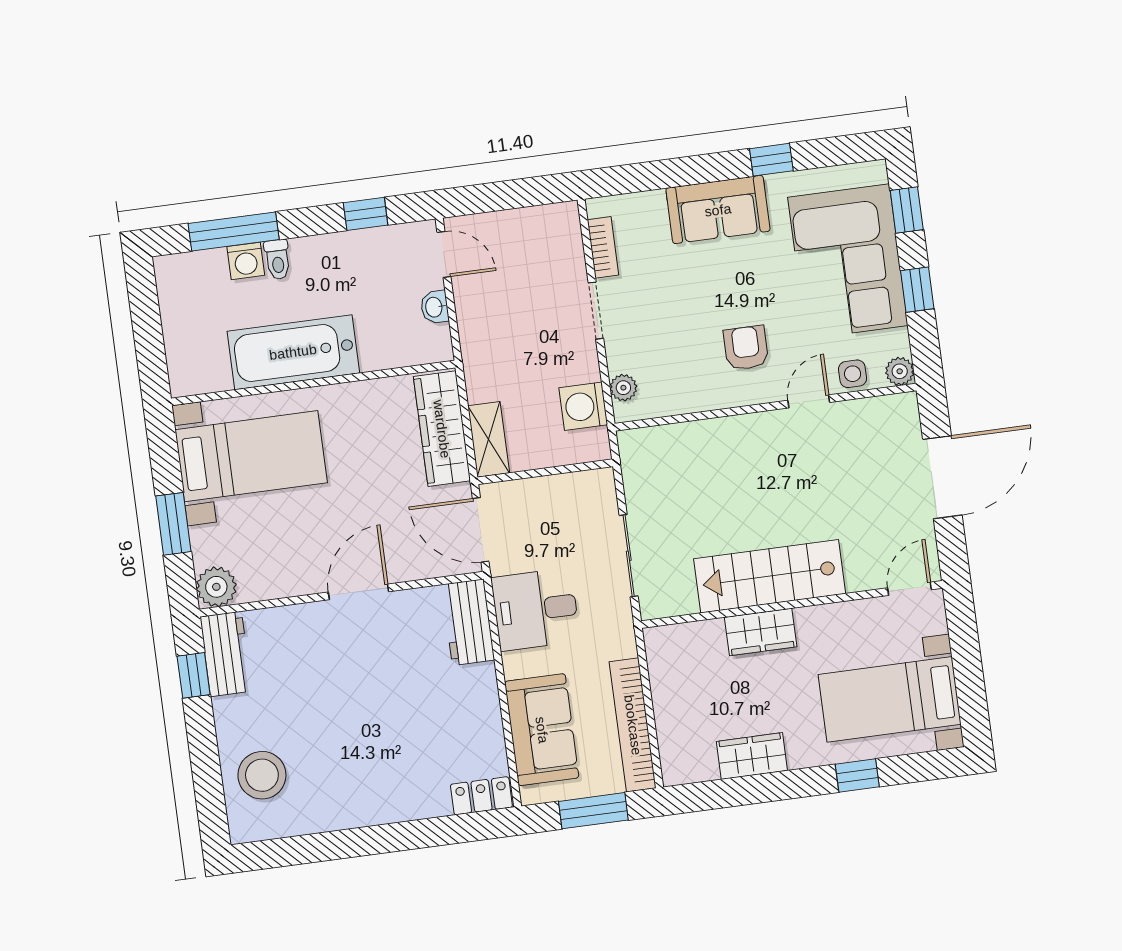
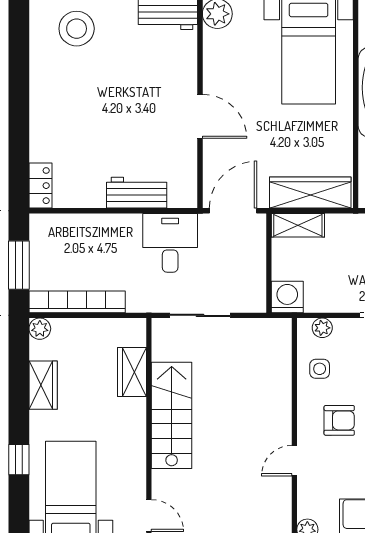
side table: (853, 374) -> (320, 369), moved
door: (809, 401) -> (294, 461), swing flipped
washing machine: (583, 406) -> (287, 297), moved
workbench: (468, 622) -> (137, 193), moved
wardrobe: (761, 632) -> (132, 372), moved
sofa: (542, 730) -> (83, 236), removed
plant: (676, 771) -> (40, 329), added

